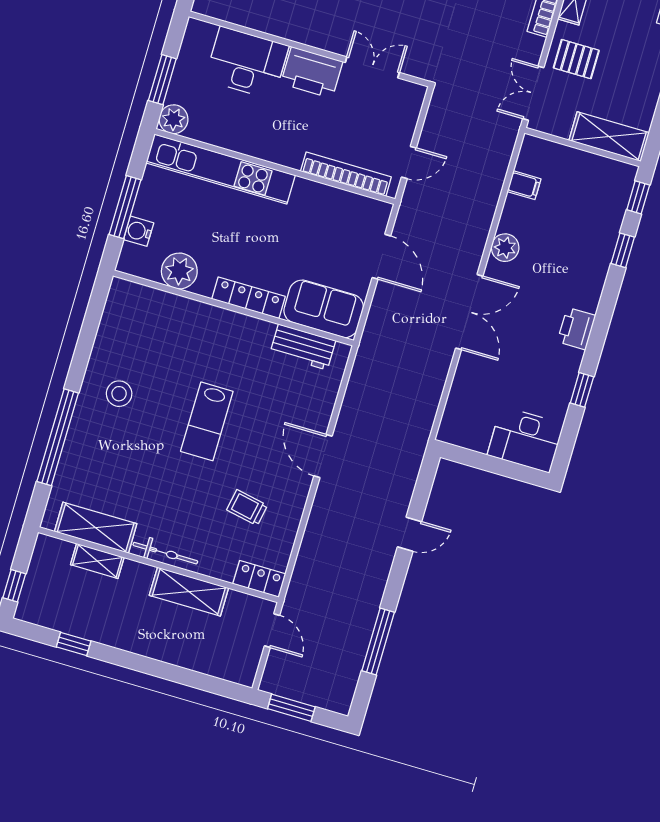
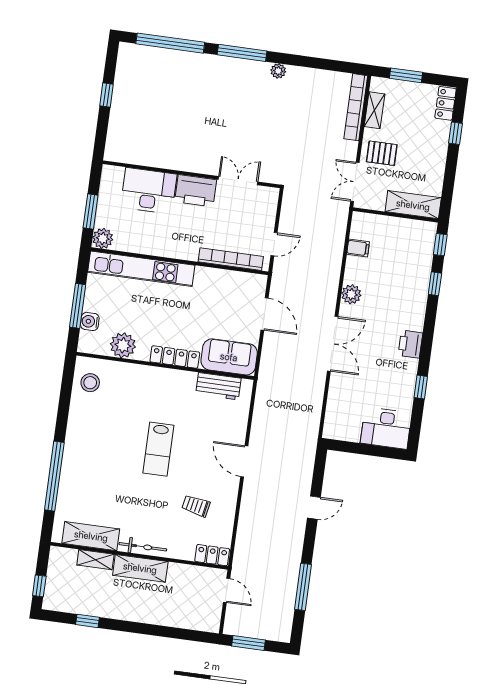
stool: (119, 394) -> (90, 383), moved
shelving: (189, 592) -> (140, 568), moved

